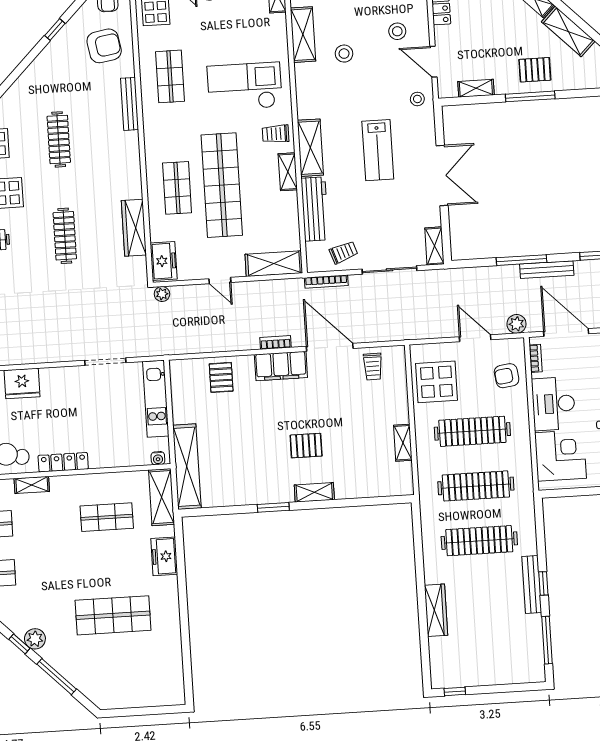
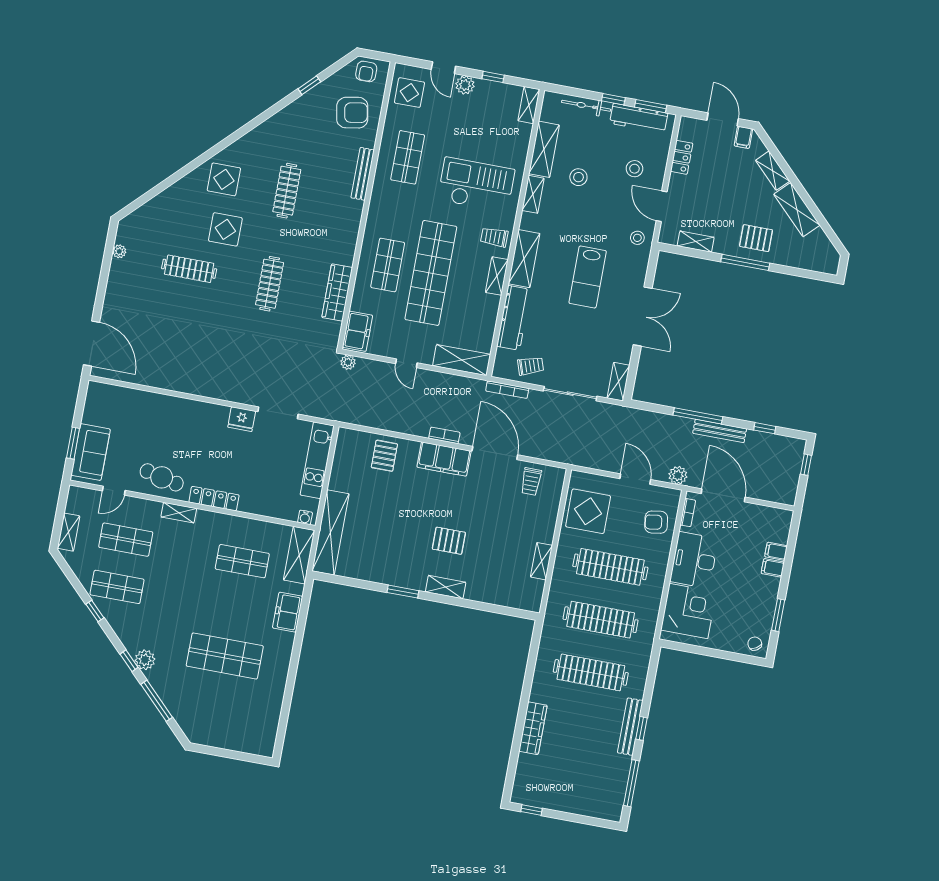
shelving: (303, 82) -> (533, 194), added
fridge: (22, 383) -> (242, 419), moved, width x0.73, depth x0.75

